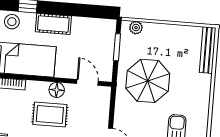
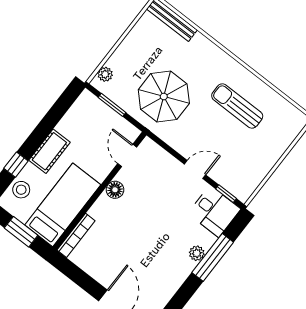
door: (87, 82) -> (127, 155), hinge flipped
rug: (50, 114) -> (134, 212), removed

